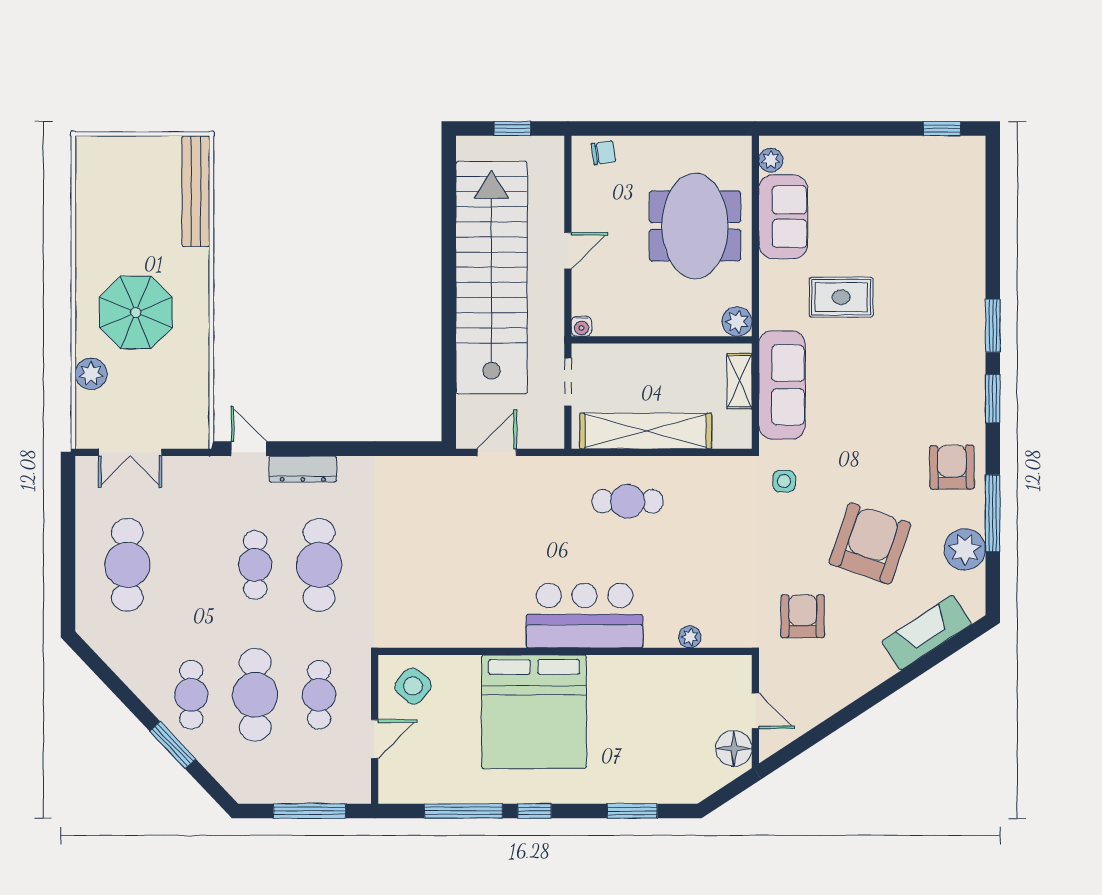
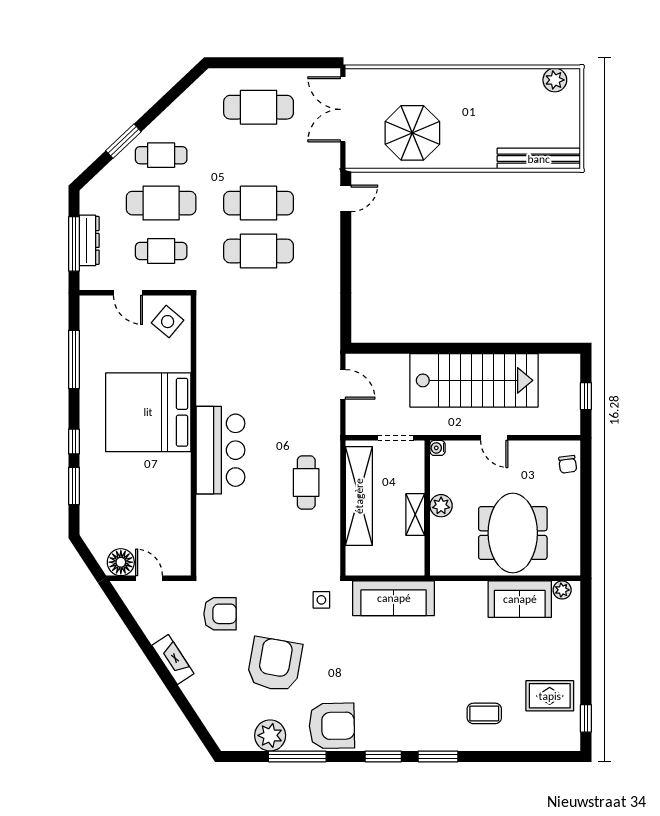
meeting table: (695, 226) -> (513, 533), turned 90
coffee table: (935, 264) -> (484, 713), added
stairs: (492, 278) -> (474, 380), width x0.73
rug: (841, 297) -> (550, 696), moved, turned 90
parasol: (136, 312) -> (412, 133), moved
plant: (737, 322) -> (441, 506), moved
plant: (91, 374) -> (555, 80), moved
shelving: (739, 381) -> (415, 514), moved, turned 90
double door: (130, 452) -> (343, 109), width x1.37
armchair: (952, 467) -> (332, 726), width x1.36, depth x1.36
dresser: (303, 469) -> (89, 240), moved, turned 180
armchair: (870, 543) -> (275, 664), turned -99
cafe table: (255, 565) -> (259, 203), width x1.37, depth x1.35
fireplace: (927, 633) -> (173, 659), moved, width x0.73, depth x0.76
plant: (690, 637) -> (205, 529), removed
door: (755, 711) -> (149, 578), swing flipped
window: (534, 811) -> (74, 441), moved

